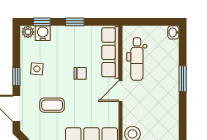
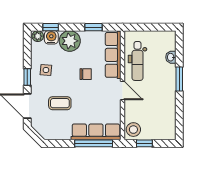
window: (75, 22) -> (94, 27), moved
washbasin: (173, 32) -> (171, 57), moved
plant: (63, 37) -> (70, 41), added
door: (121, 91) -> (123, 90), swing flipped

